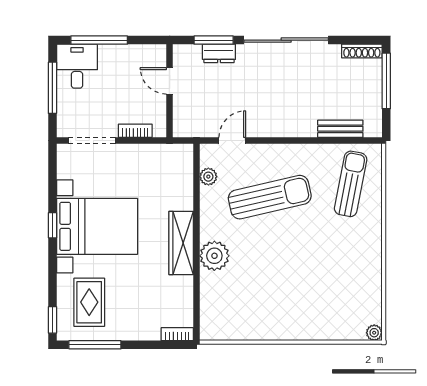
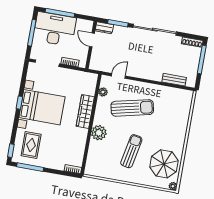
dresser: (219, 53) -> (104, 28), moved
desk: (77, 66) -> (55, 29), width x1.87, depth x1.30
sun lounger: (351, 184) -> (131, 151), moved
wardrobe: (181, 243) -> (85, 112), moved
parasol: (349, 293) -> (164, 164), added

